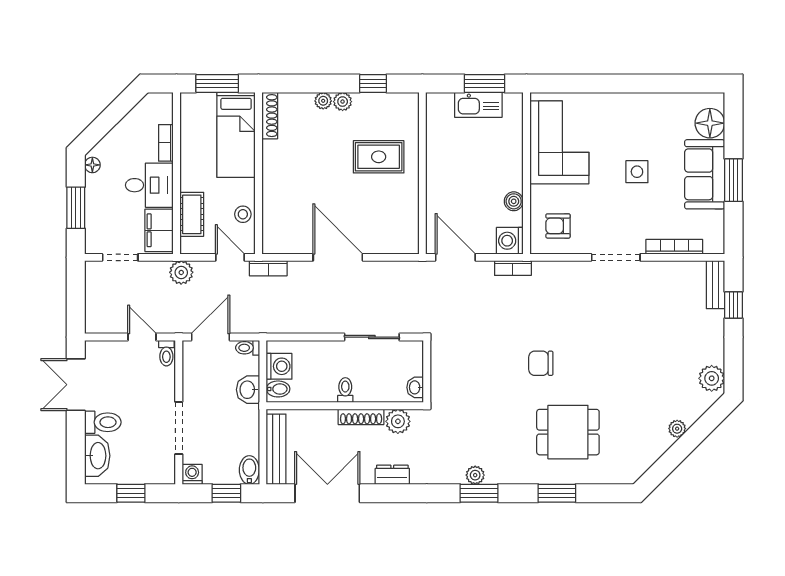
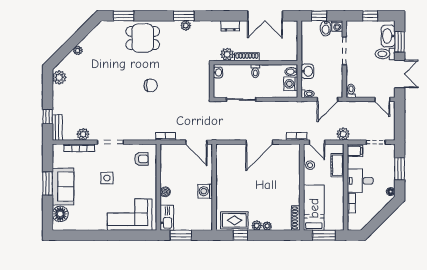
kitchen sink: (478, 105) -> (167, 218), moved, turned 90
corner sofa: (559, 142) -> (130, 215), moved, turned 90
rug: (379, 157) -> (234, 220), moved
side table: (637, 172) -> (107, 178), moved
boiler: (514, 201) -> (165, 192), moved
filing cabinet: (159, 230) -> (355, 151), width x0.50
washing machine: (510, 241) -> (205, 191), moved, turned 180
door: (338, 257) -> (259, 142), hinge flipped
plant: (667, 272) -> (83, 134), added
door: (142, 337) -> (382, 99), moved
dining table: (568, 432) -> (143, 38), moved
window: (76, 445) -> (400, 42), added
bench: (276, 449) -> (292, 39), removed
bidet: (249, 470) -> (326, 28), moved
window: (557, 493) -> (124, 16), moved

